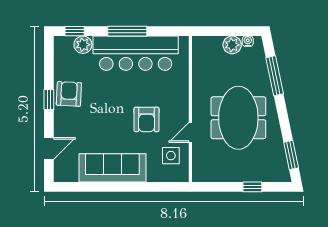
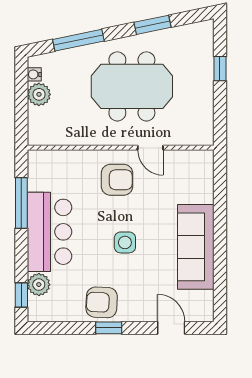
window: (127, 31) -> (21, 203), moved
bar counter: (136, 53) -> (50, 232), width x0.73
armchair: (146, 119) -> (117, 180), moved
window: (291, 155) -> (153, 25), moved
side table: (171, 156) -> (125, 242), moved

